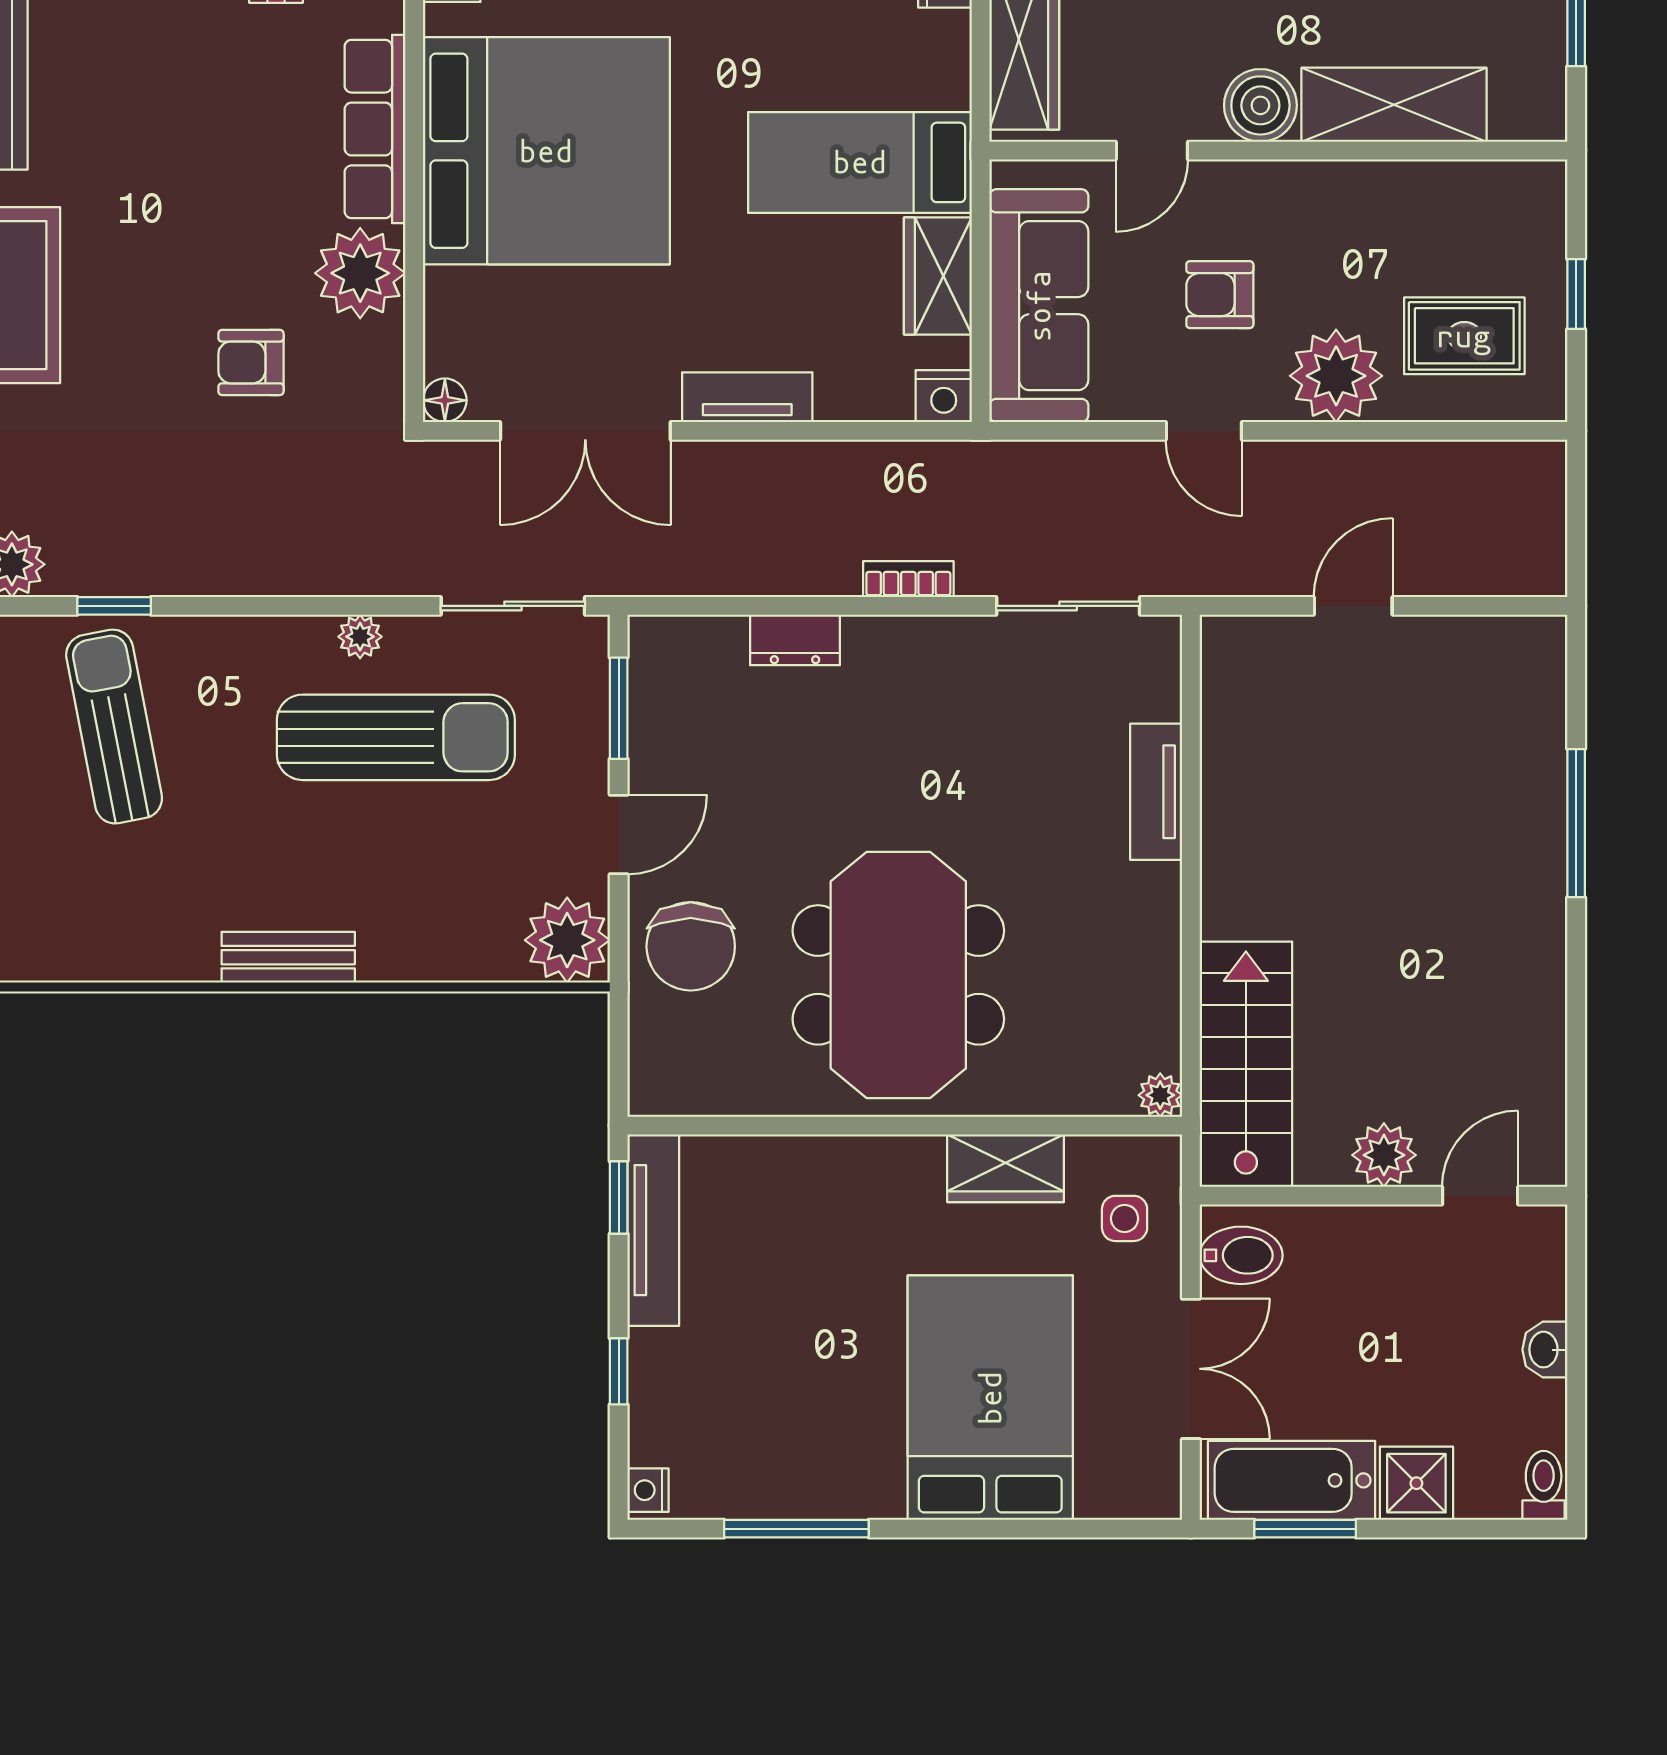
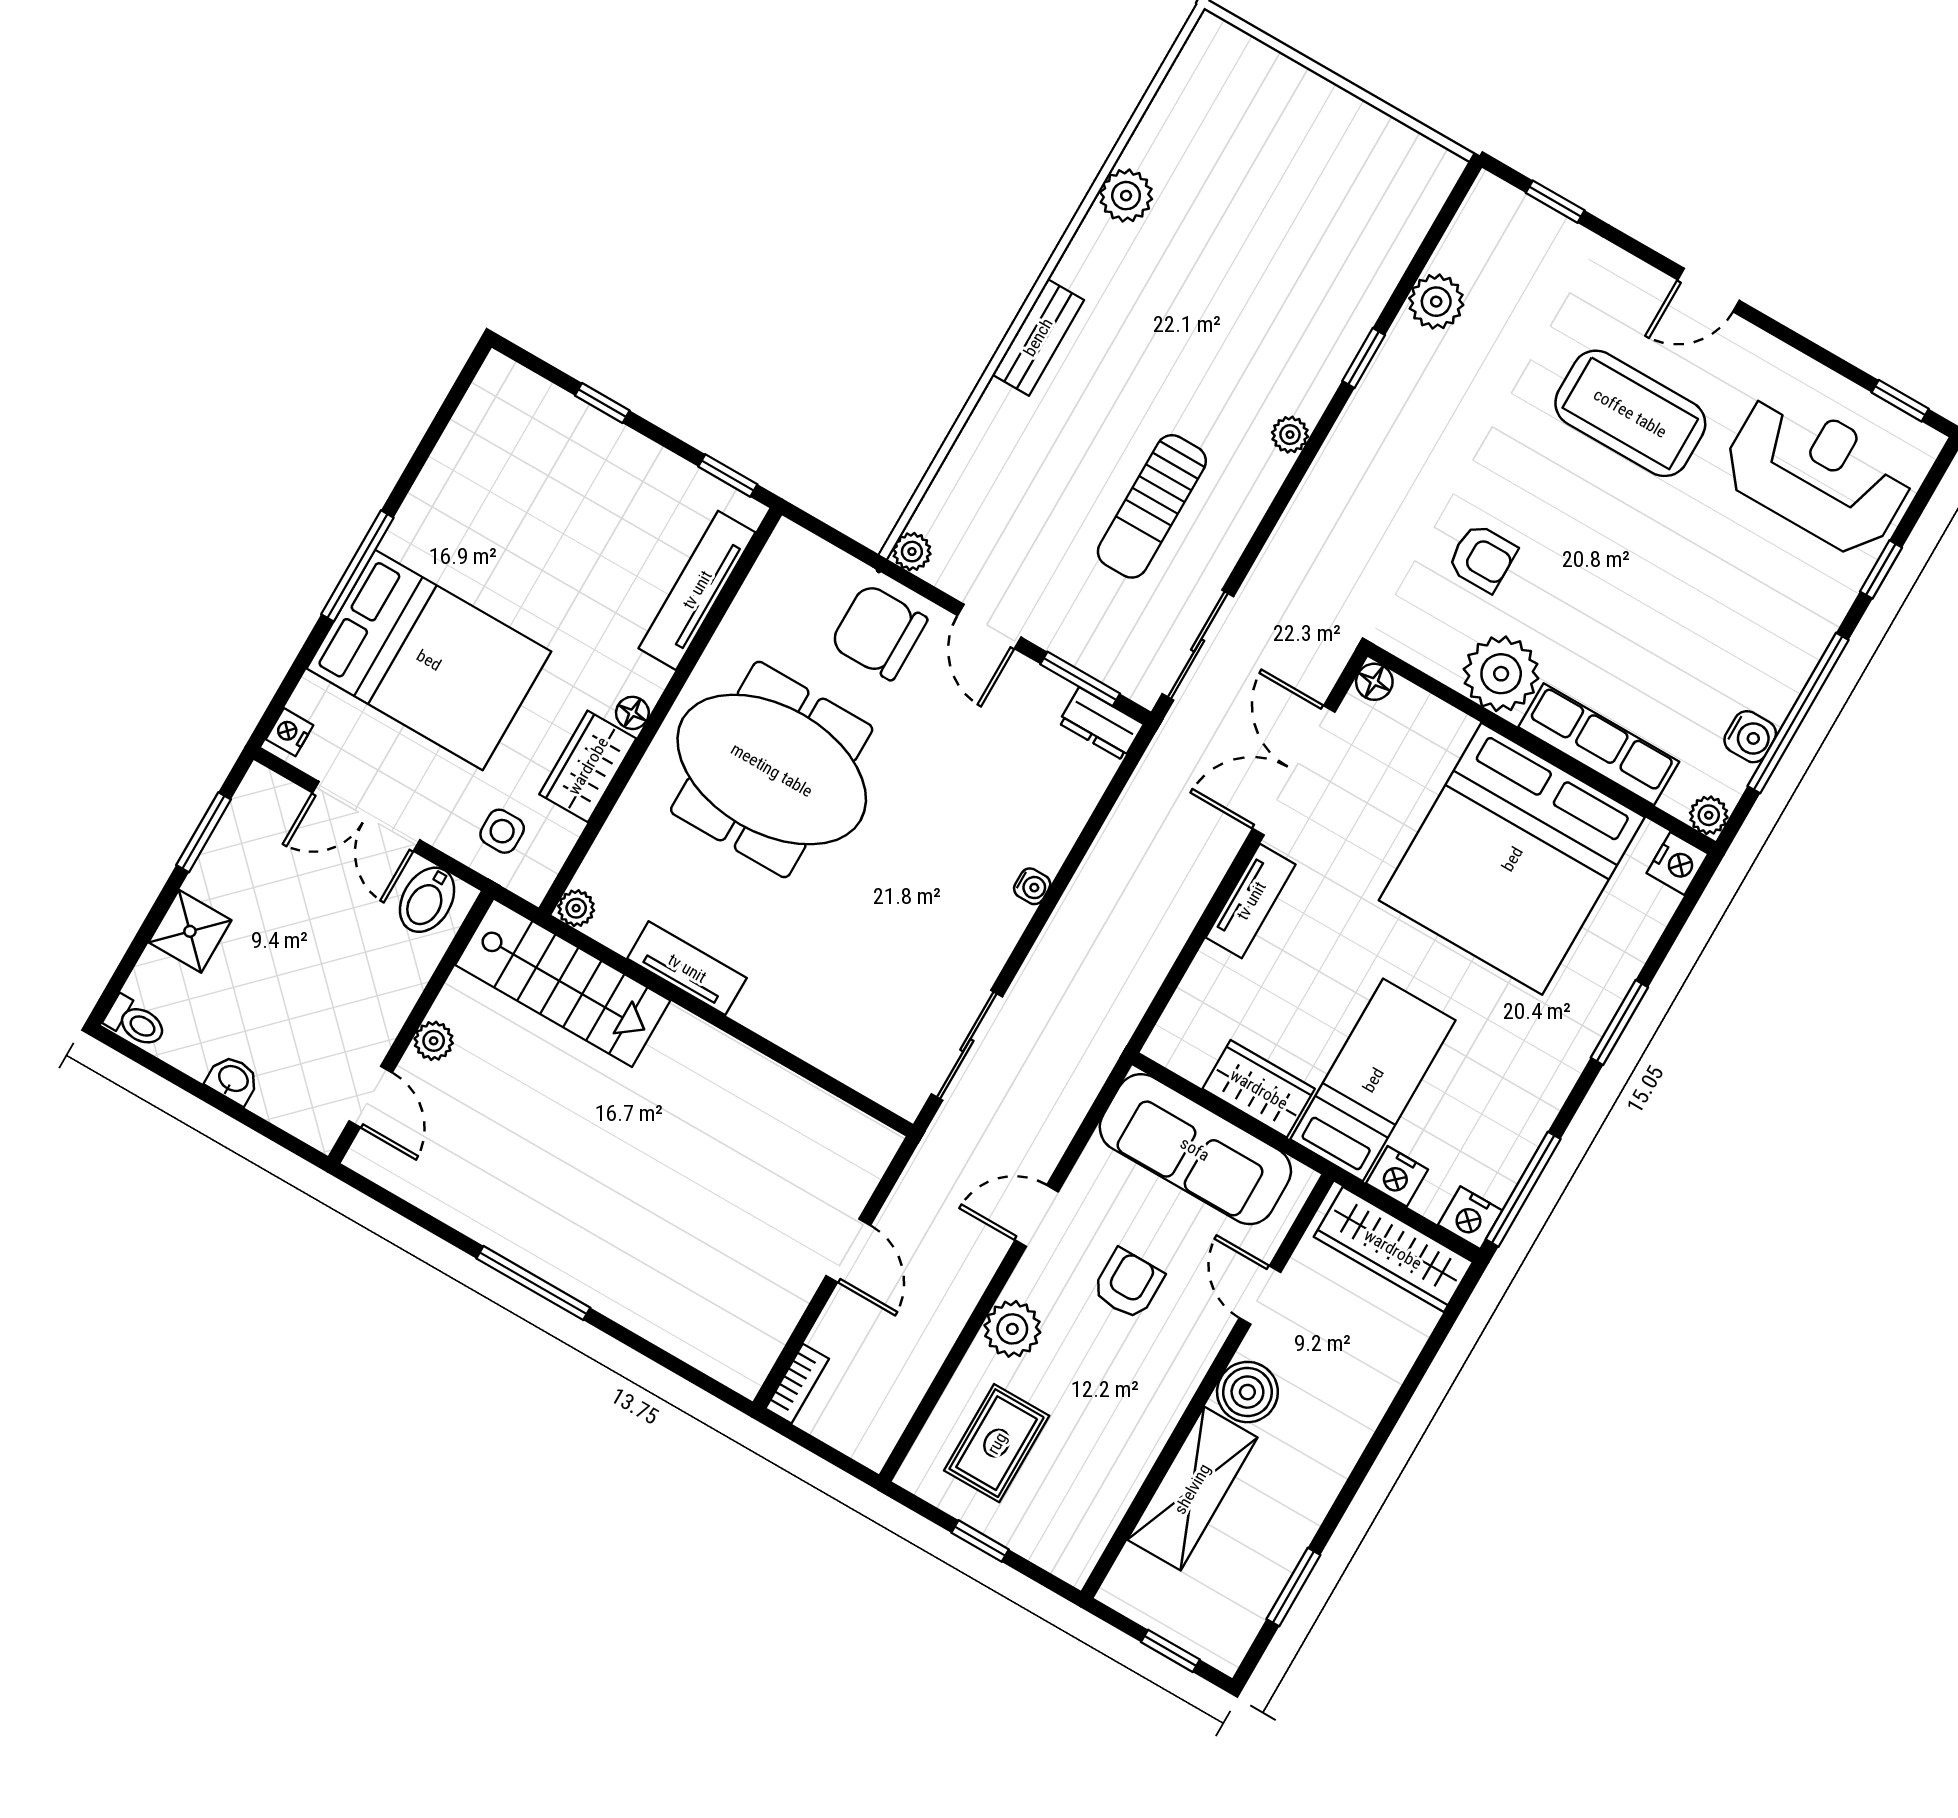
armchair: (251, 362) -> (1482, 558), turned 90
plant: (1336, 376) -> (1012, 1329), width x0.73, depth x0.73
nightstand: (944, 396) -> (1397, 1176), moved, turned -90
bookcase: (908, 579) -> (797, 1384), moved
water cooler: (863, 634) -> (1032, 886), added
plant: (360, 637) -> (1290, 435), moved
dresser: (795, 640) -> (1101, 724), moved, turned -90
sun lounger: (114, 727) -> (1277, 308), removed
sun lounger: (396, 737) -> (1152, 506), width x0.73, depth x0.75
tv unit: (1156, 792) -> (687, 968), moved
window: (1576, 823) -> (533, 1283), moved
plant: (567, 940) -> (912, 552), width x0.53, depth x0.53
plant: (88, 951) -> (1126, 196), added
floor lamp: (923, 1154) -> (632, 713), added
plant: (1384, 1155) -> (434, 1041), width x0.73, depth x0.73
tv unit: (653, 1230) -> (697, 590), moved, turned 90
bathtub: (1292, 1480) -> (244, 843), removed
nightstand: (648, 1490) -> (290, 732), moved, turned -90
window: (796, 1529) -> (357, 566), moved

